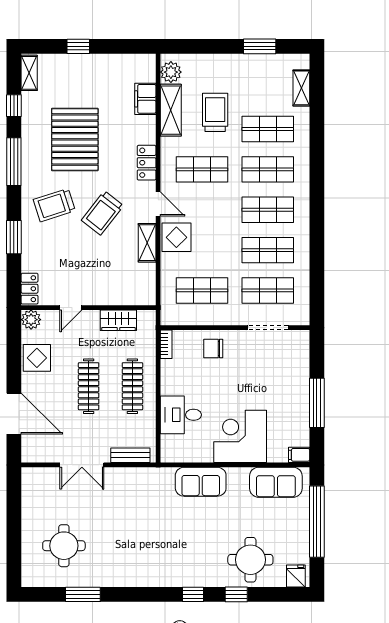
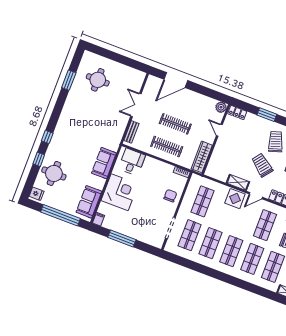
wardrobe: (118, 320) -> (202, 157), width x1.50
display table: (37, 358) -> (200, 103), removed
desk: (181, 415) -> (132, 162), moved

